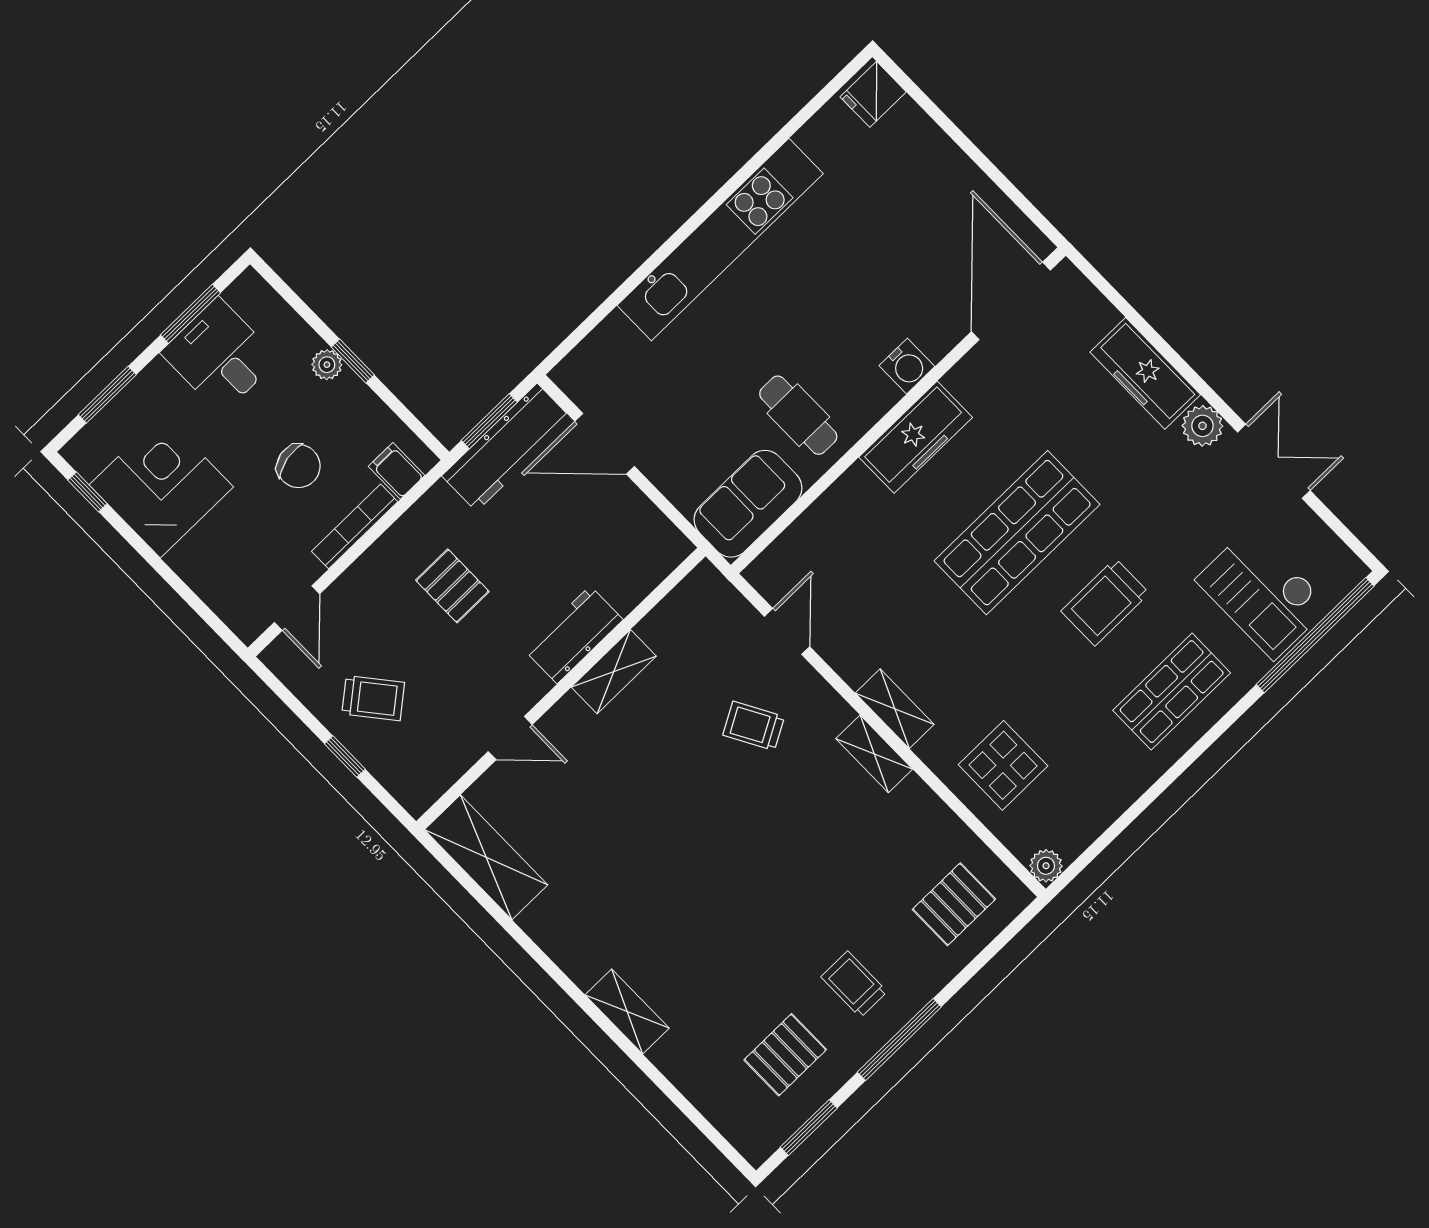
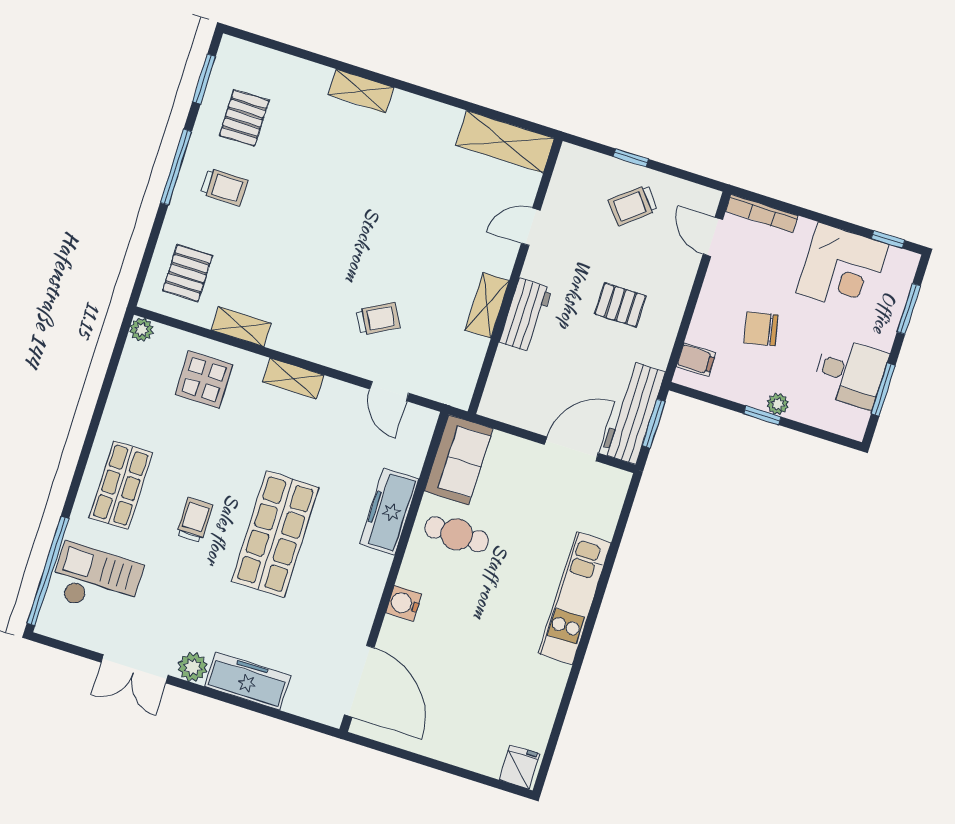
kitchen unit: (720, 240) -> (575, 598), width x0.73
freezer: (916, 437) -> (389, 511), moved
bookcase: (355, 526) -> (762, 213), moved, turned 90
trolley: (1105, 602) -> (195, 520), width x0.73, depth x0.72
shelving: (874, 754) -> (241, 327), moved

